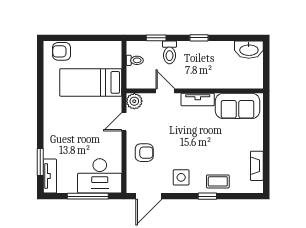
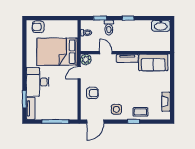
bed: (91, 82) -> (57, 52), width x1.50
desk: (100, 176) -> (38, 82), moved, turned 90

